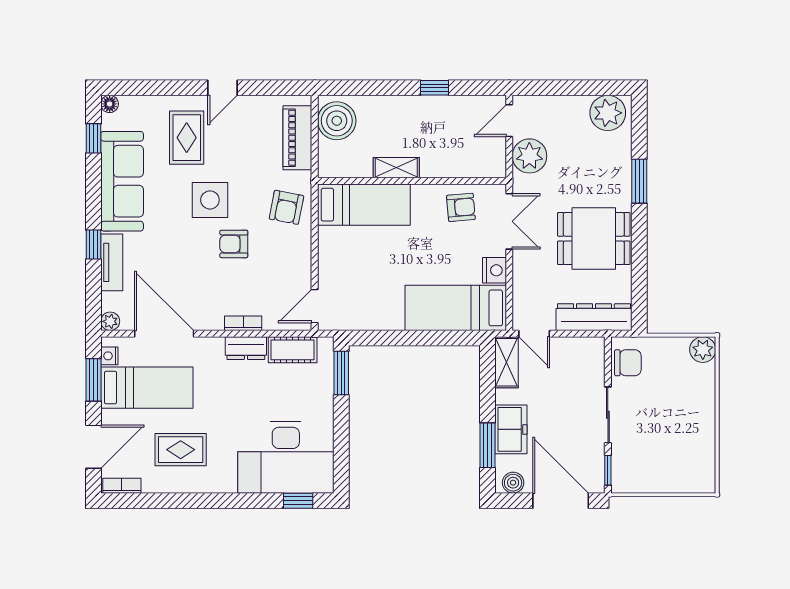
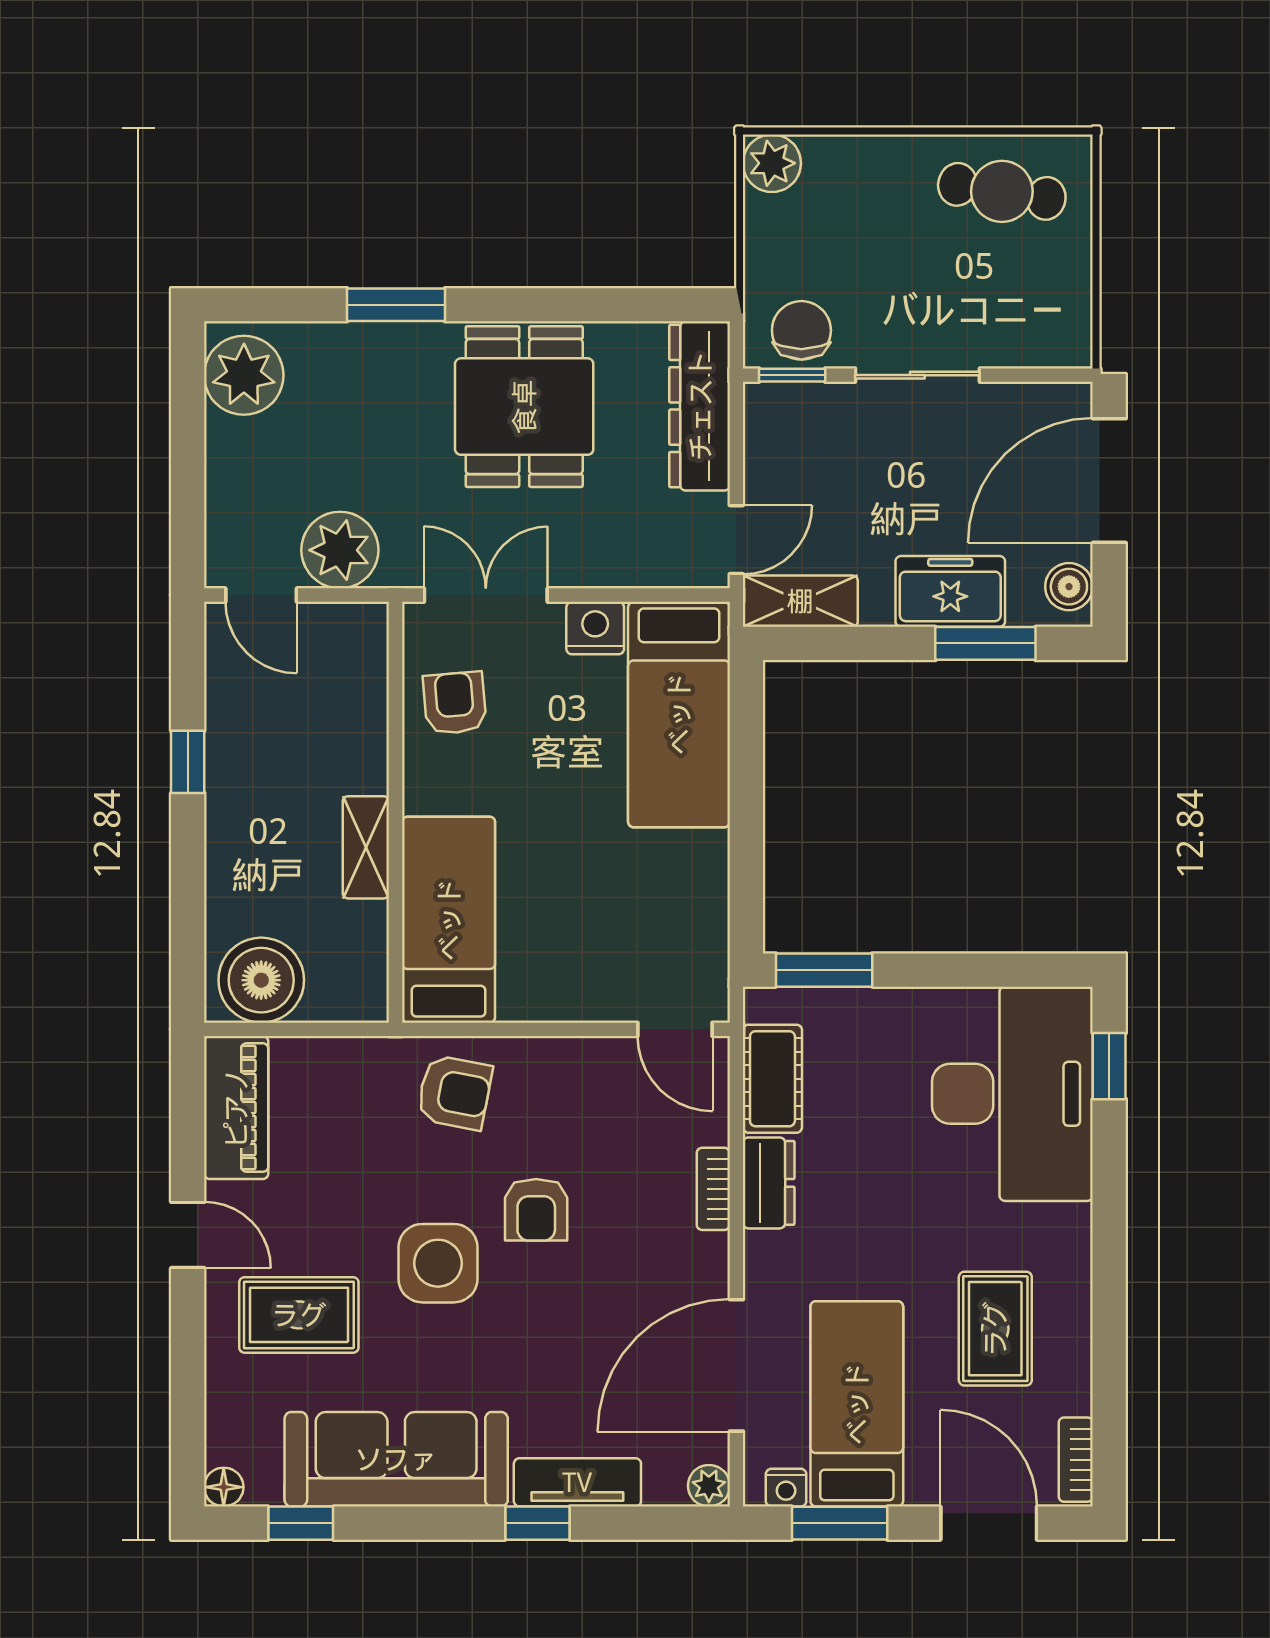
piano: (297, 138) -> (236, 1108), moved, turned -90
cafe table: (690, 453) -> (1002, 191), added
window: (608, 470) -> (792, 375), moved

